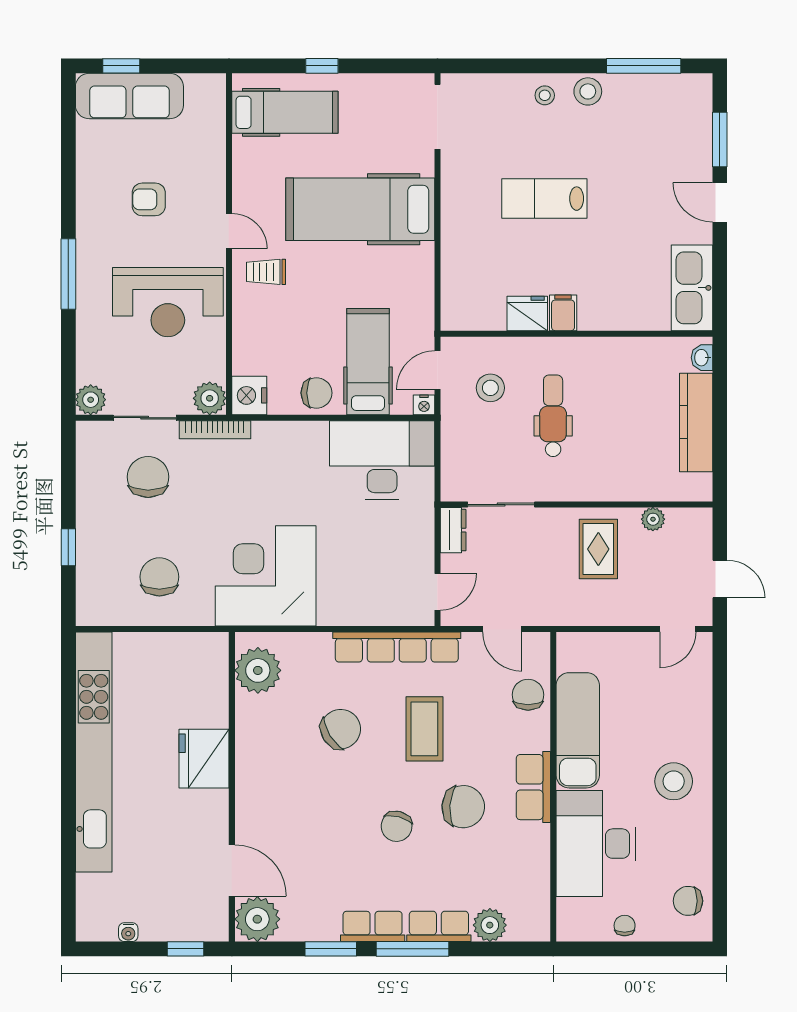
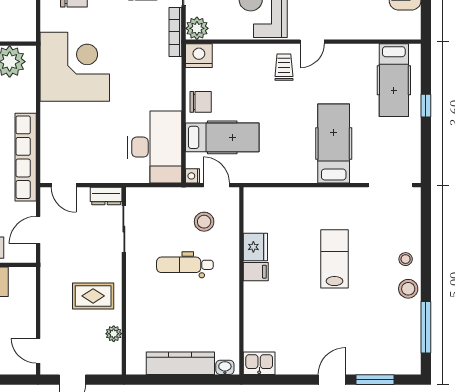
hospital bed: (360, 209) -> (334, 144), width x0.73, depth x0.78
kitchen sink: (692, 288) -> (259, 363), width x0.53, depth x0.81
chair: (316, 393) -> (201, 102), turned -90
dental chair: (553, 416) -> (185, 265), turned 180

